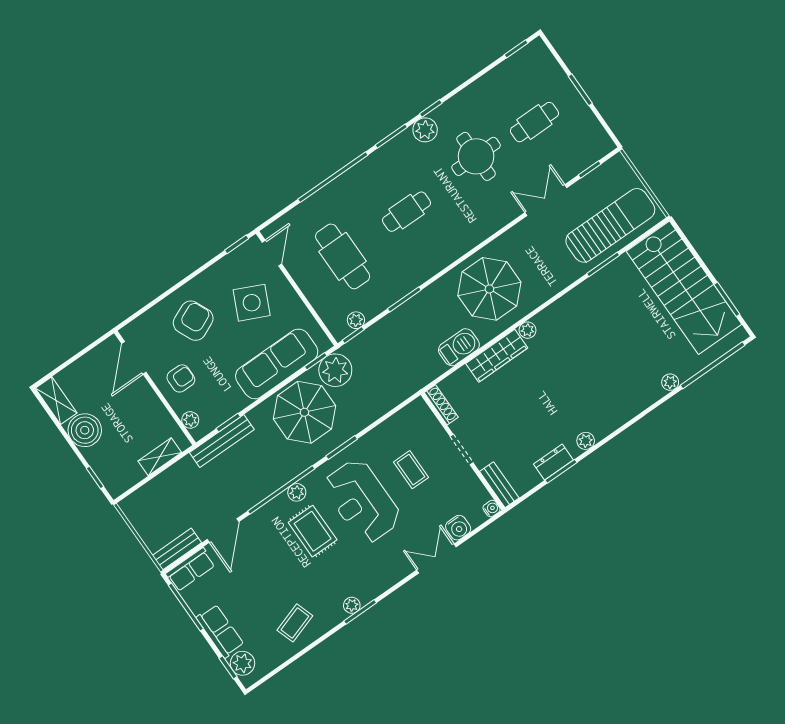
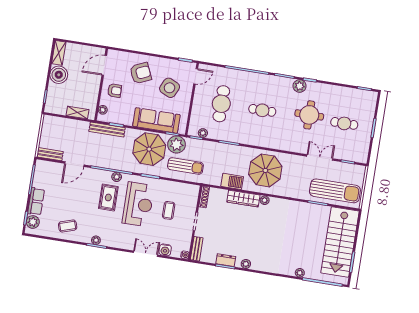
sun lounger: (376, 387) -> (185, 166), added
reception desk: (362, 501) -> (138, 204), turned 180
row of seats: (190, 570) -> (48, 167), removed

